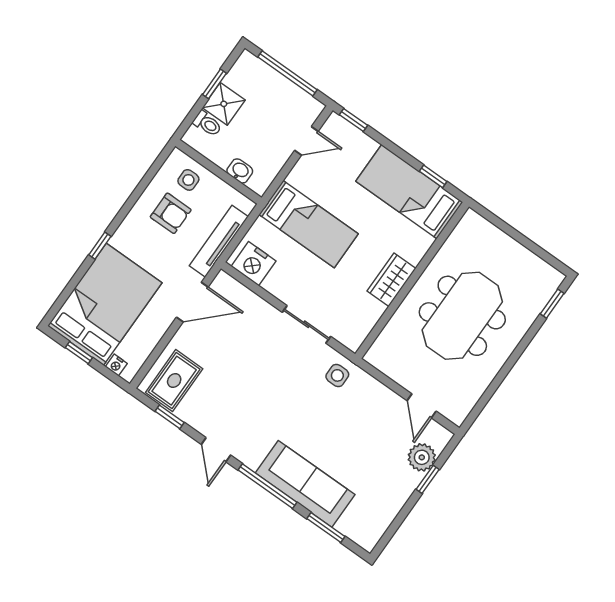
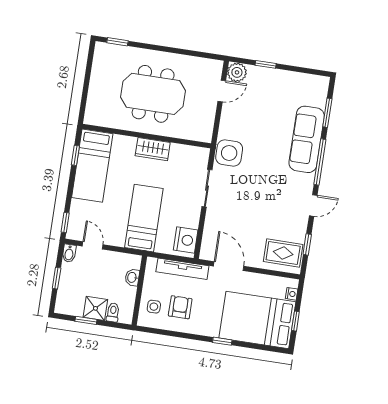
window: (288, 73) -> (57, 278), width x0.46
bidet: (311, 105) -> (69, 253), added
side table: (337, 375) -> (229, 153), width x1.87, depth x1.87
plant: (422, 457) -> (237, 72), moved

